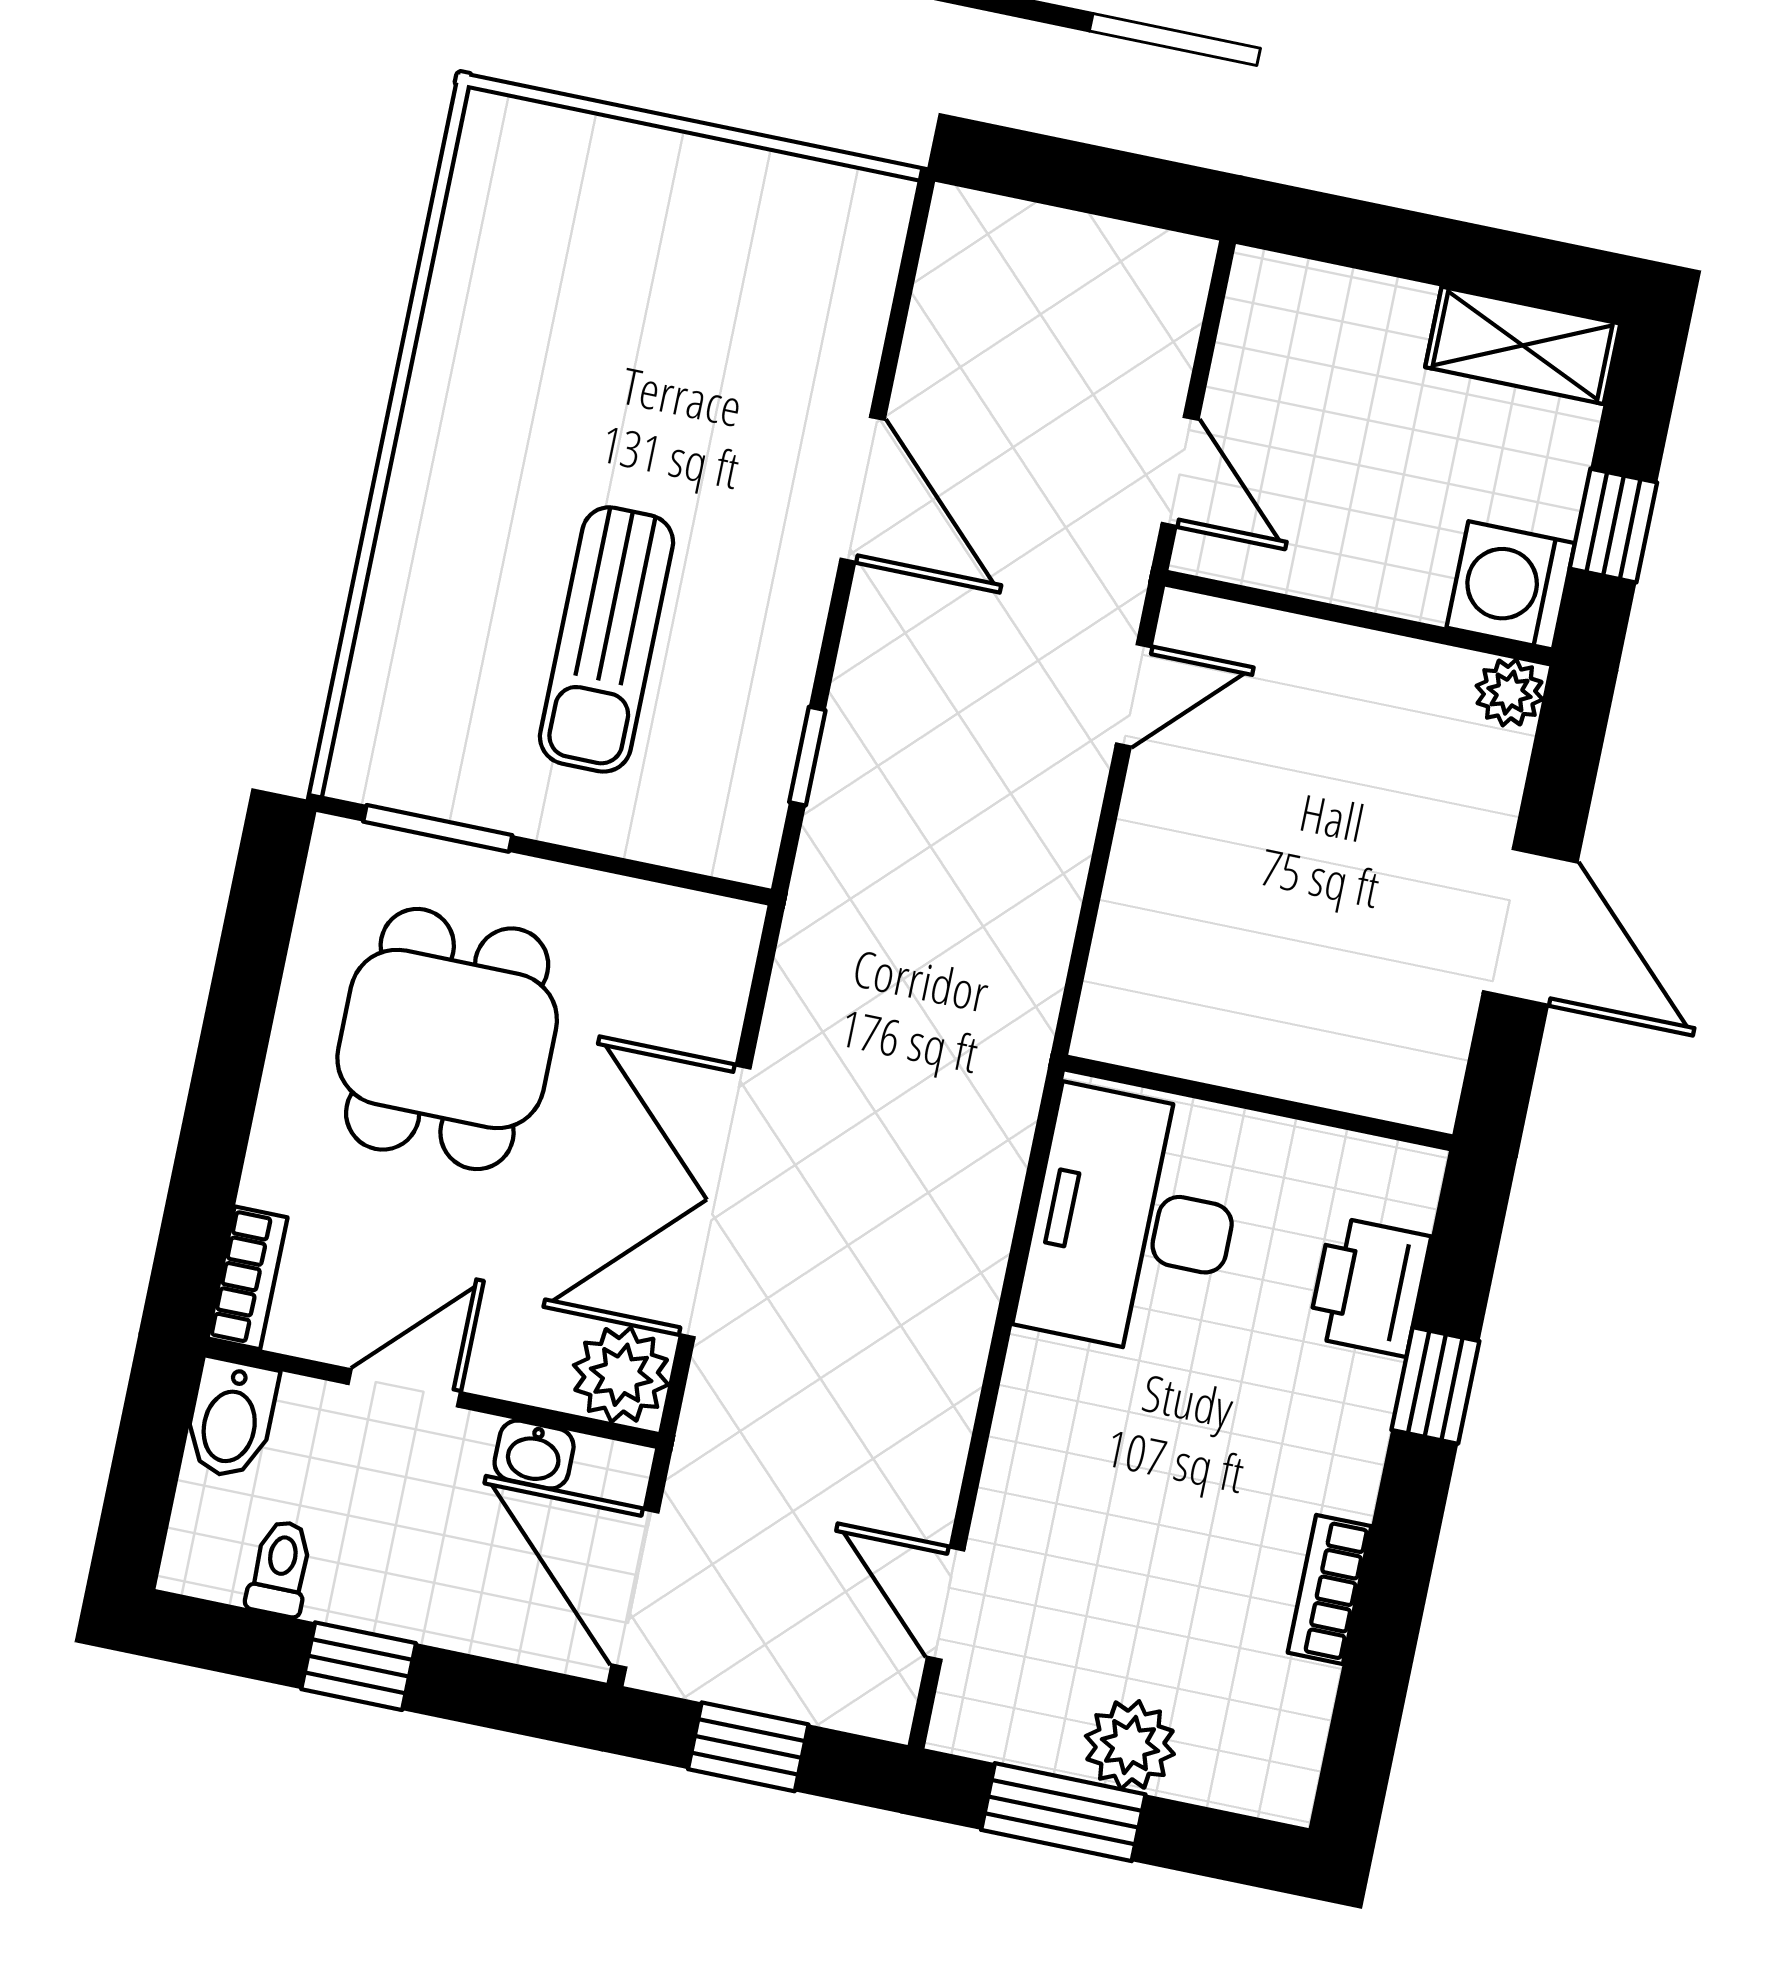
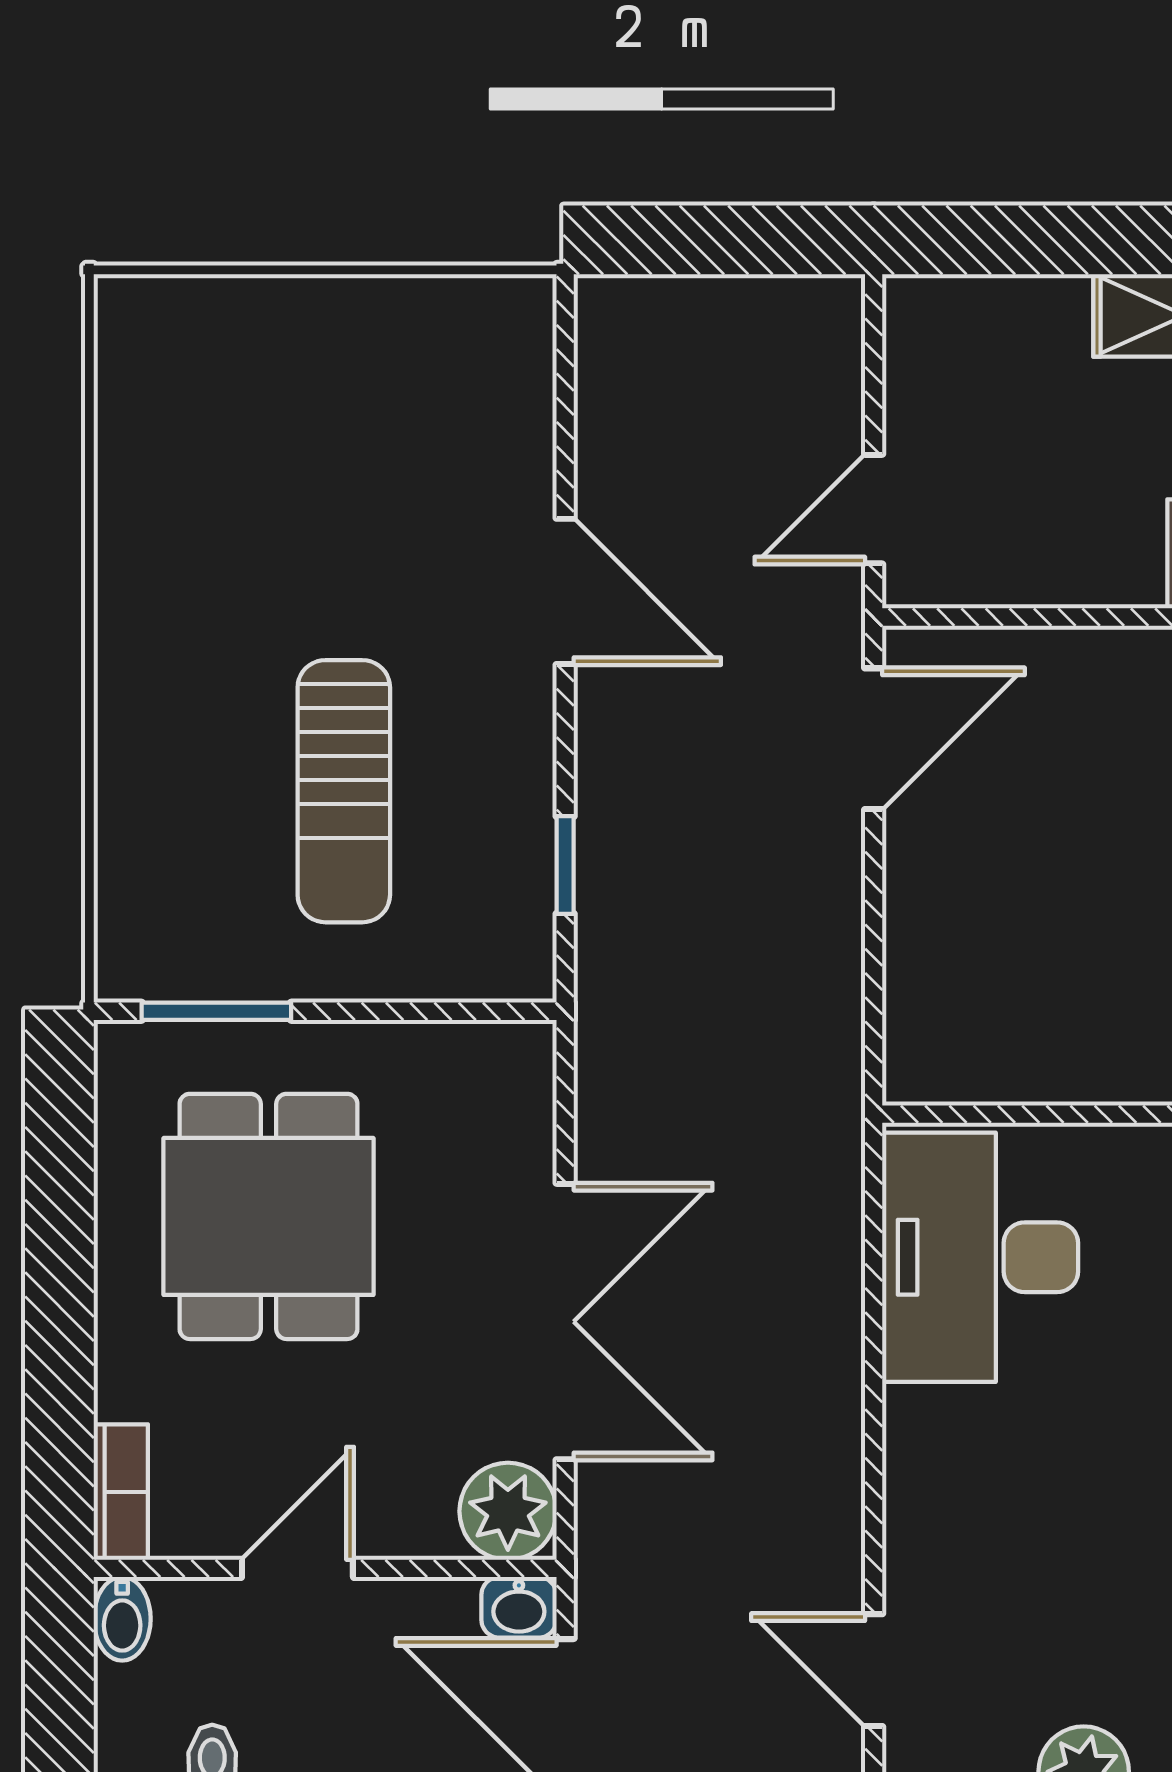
door: (1180, 471) -> (874, 509), swing flipped
door: (1134, 695) -> (874, 739), width x1.37
double door: (715, 1201) -> (565, 1322), swing flipped
bidet: (231, 1419) -> (122, 1619), width x0.72, depth x0.74
washbasin: (534, 1454) -> (519, 1607), moved

